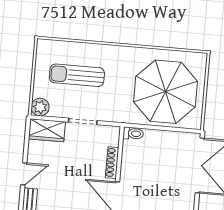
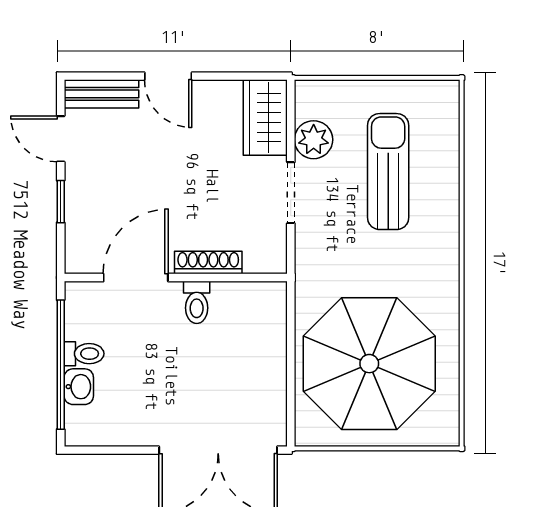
plant: (40, 107) -> (314, 140), moved
toilet: (133, 133) -> (197, 302), moved

